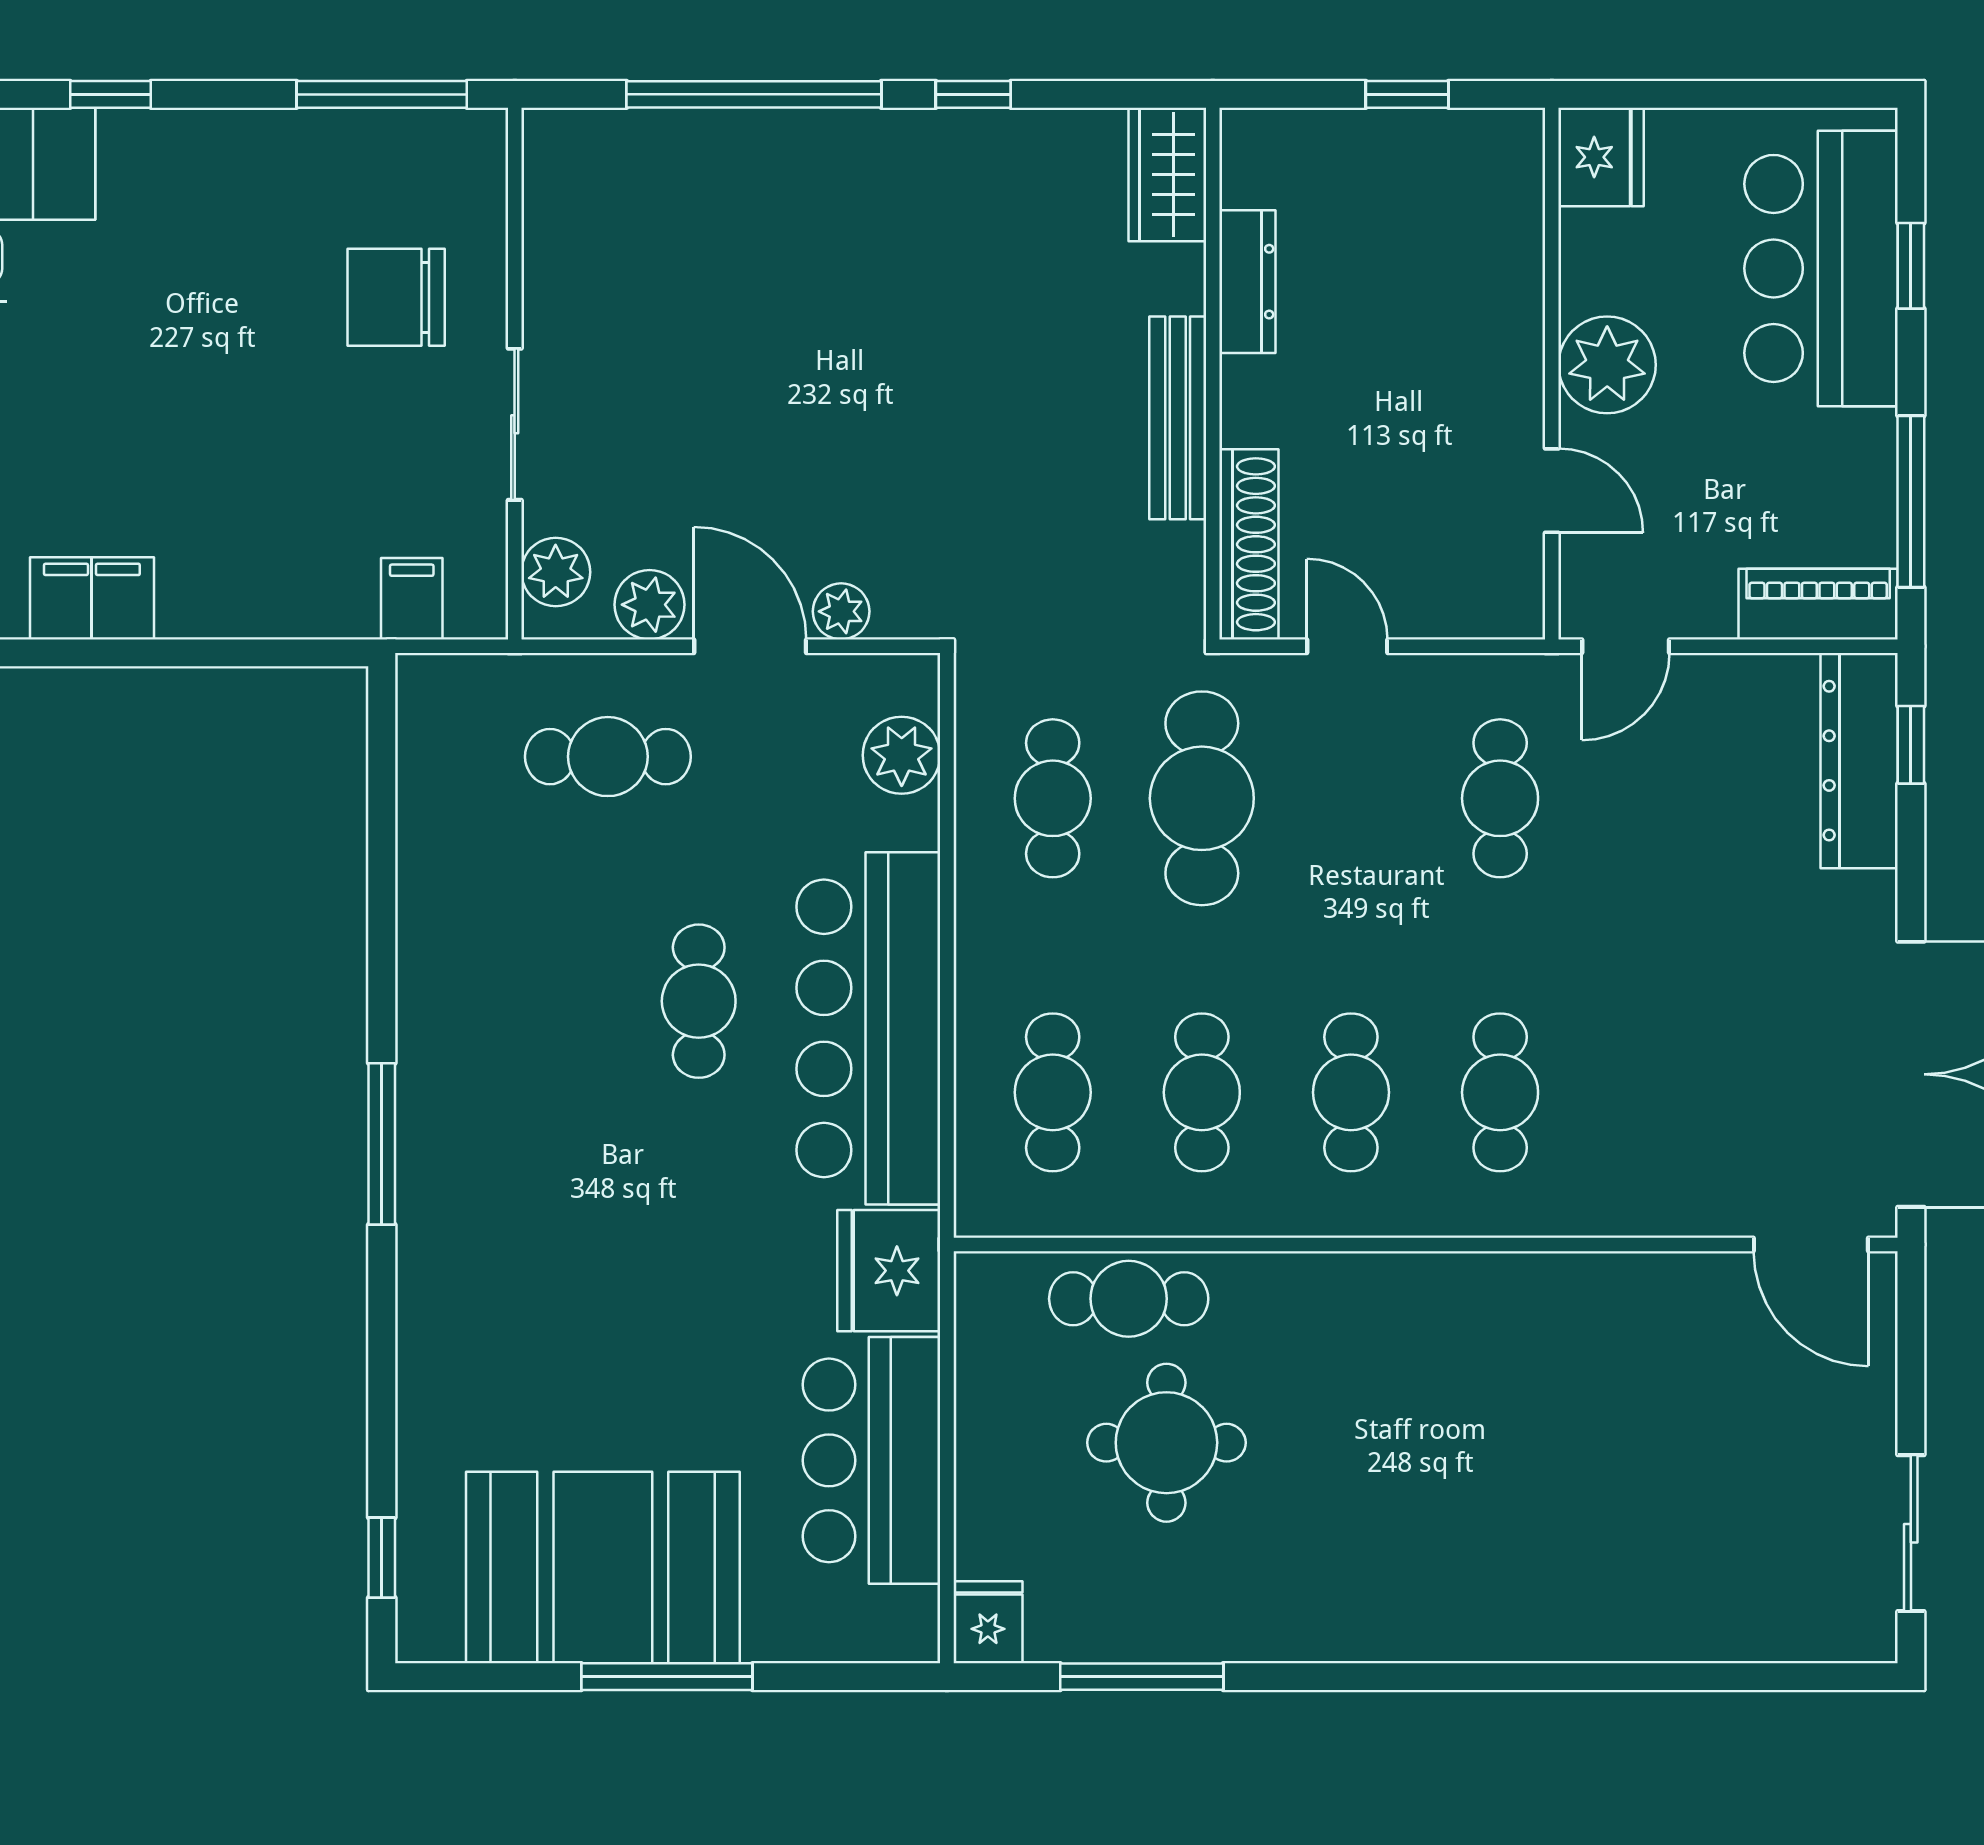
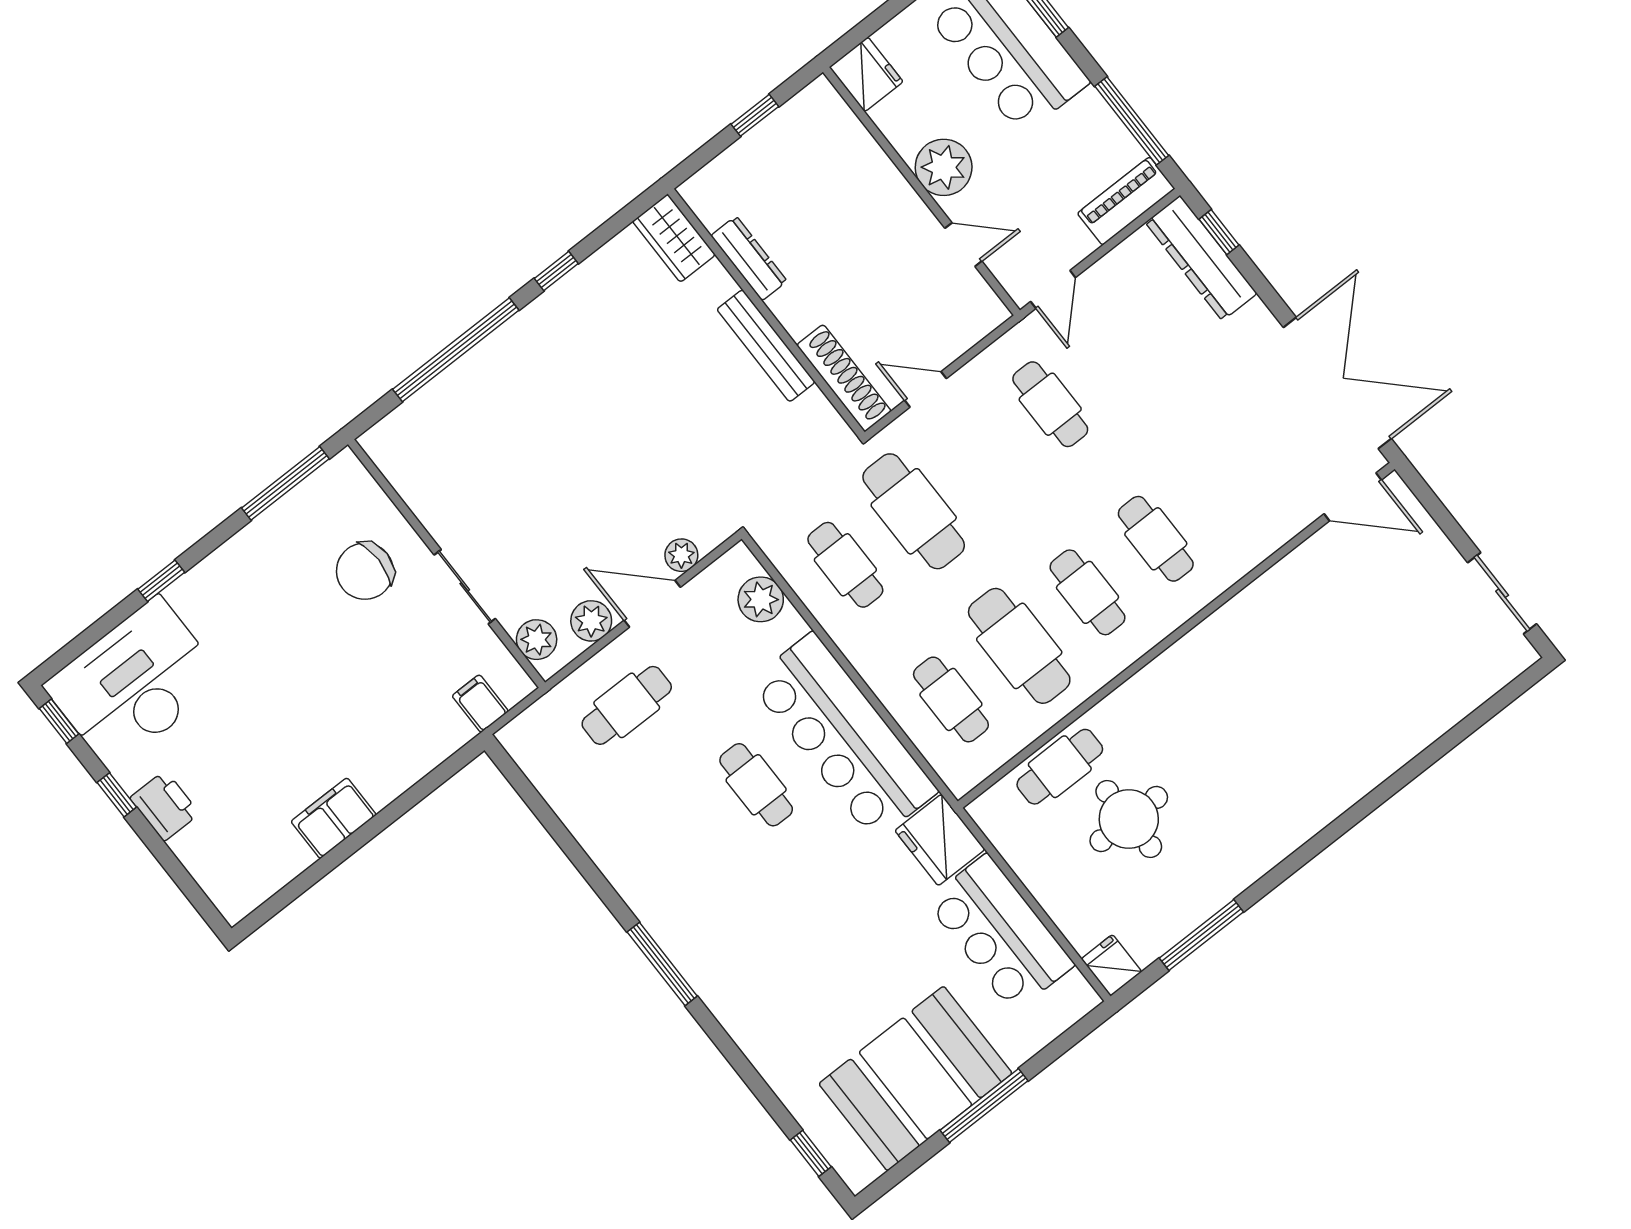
cafe table: (1202, 1092) -> (1019, 646), width x1.37, depth x1.35

